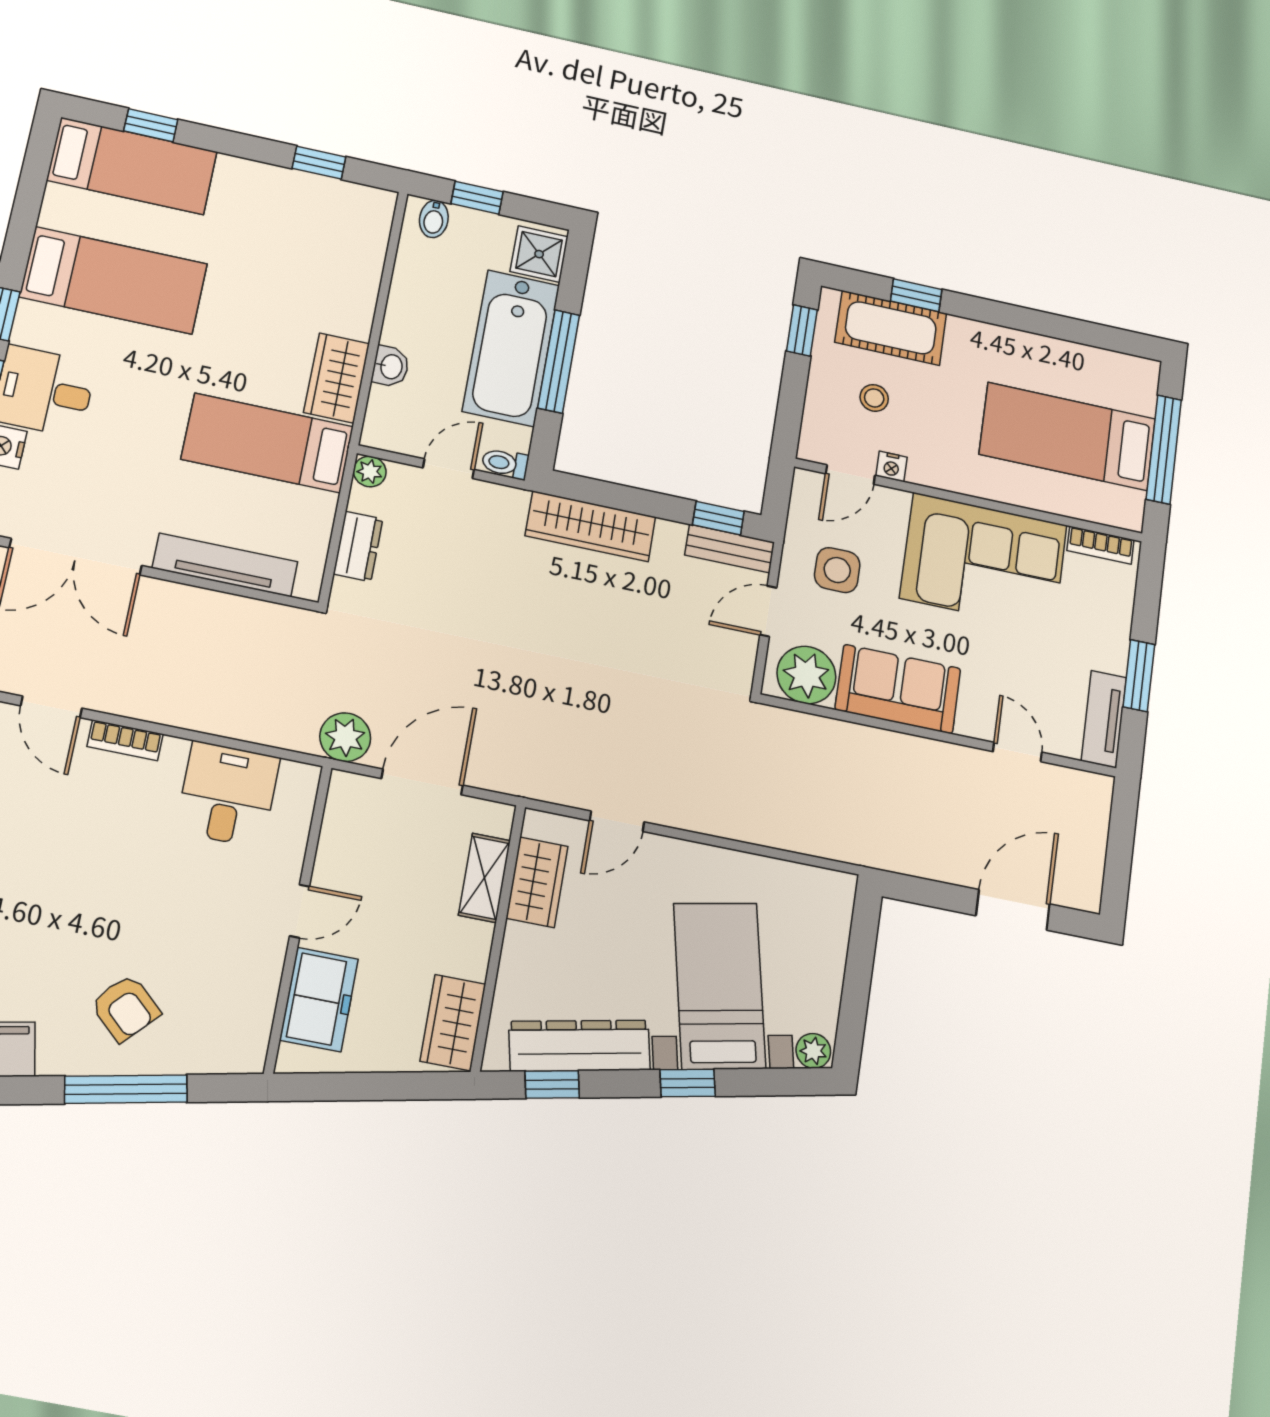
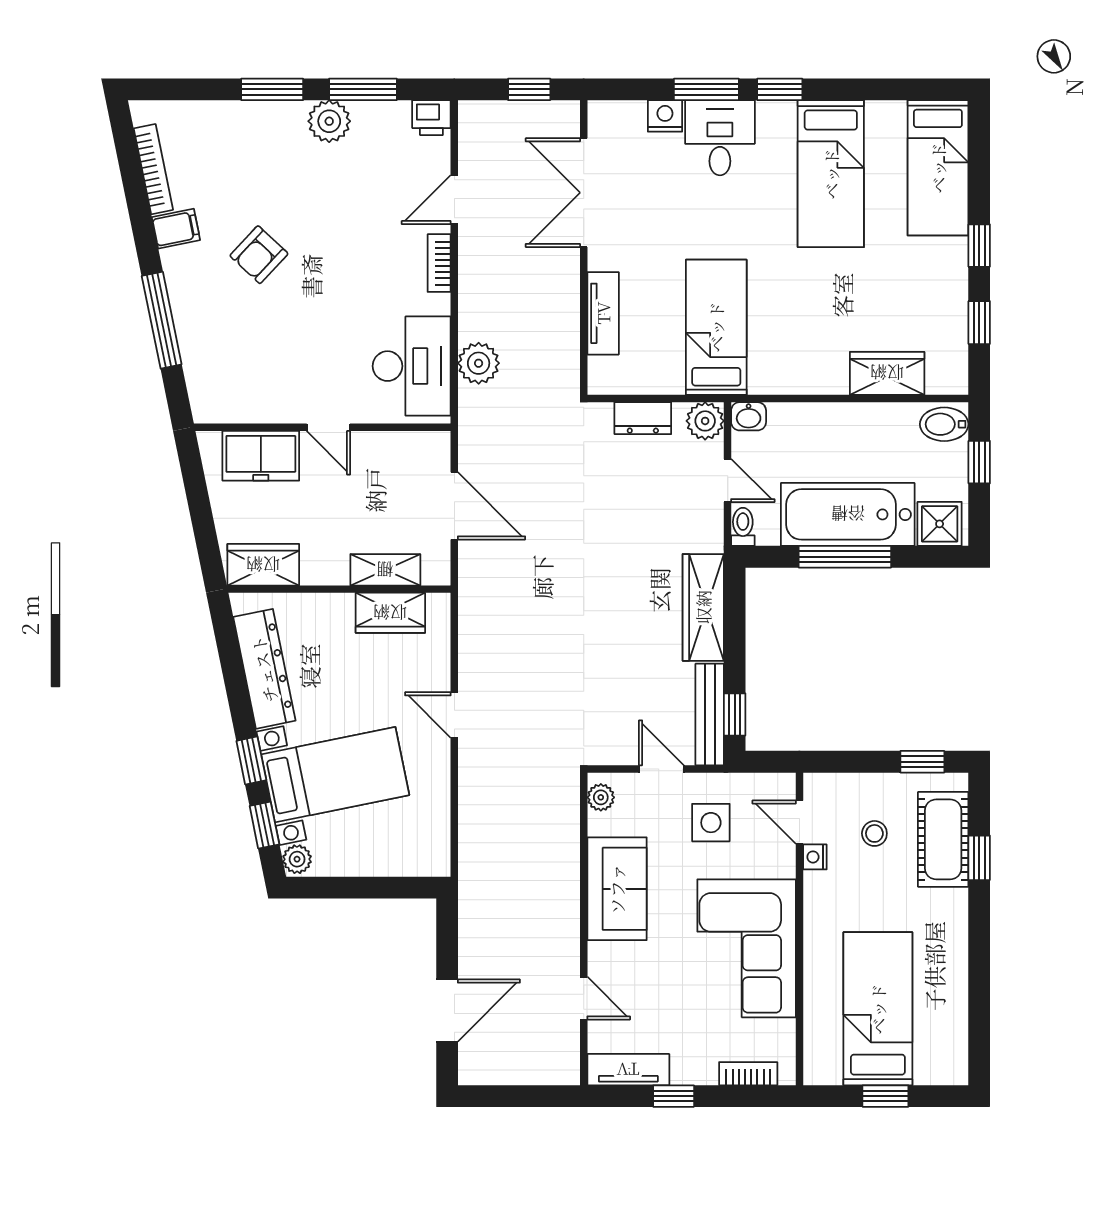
window: (151, 125) -> (979, 246), moved
bidet: (434, 219) -> (944, 424), width x1.38, depth x1.36
washbasin: (391, 367) -> (749, 416), moved
wardrobe: (337, 378) -> (887, 373), moved
window: (1164, 449) -> (885, 1096), width x0.46
plant: (370, 472) -> (705, 421), width x1.38, depth x1.38
bookcase: (1101, 545) -> (748, 1074), moved, turned 90
bench: (730, 549) -> (710, 715), width x1.36
tv unit: (225, 565) -> (603, 313), width x0.71
plant: (806, 675) -> (601, 797), width x0.53, depth x0.53
window: (1139, 676) -> (674, 1096), width x0.67
plant: (345, 737) -> (479, 363), moved
door: (1017, 752) -> (584, 998), hinge flipped
desk: (228, 794) -> (412, 366), width x1.37
door: (617, 821) -> (454, 715), moved
door: (1013, 910) -> (447, 1011), hinge flipped
armchair: (125, 1008) -> (259, 255), moved
window: (552, 1084) -> (264, 825), moved

